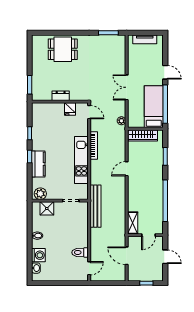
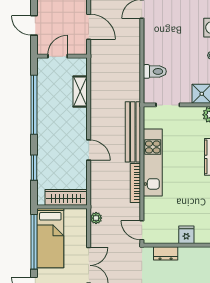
dresser: (61, 96) -> (166, 253), moved
fridge: (70, 109) -> (186, 235), moved
door: (127, 169) -> (89, 150), hinge flipped
bench: (95, 206) -> (133, 132), moved
shelving: (133, 223) -> (80, 92), moved
toilet: (80, 252) -> (155, 71), moved

